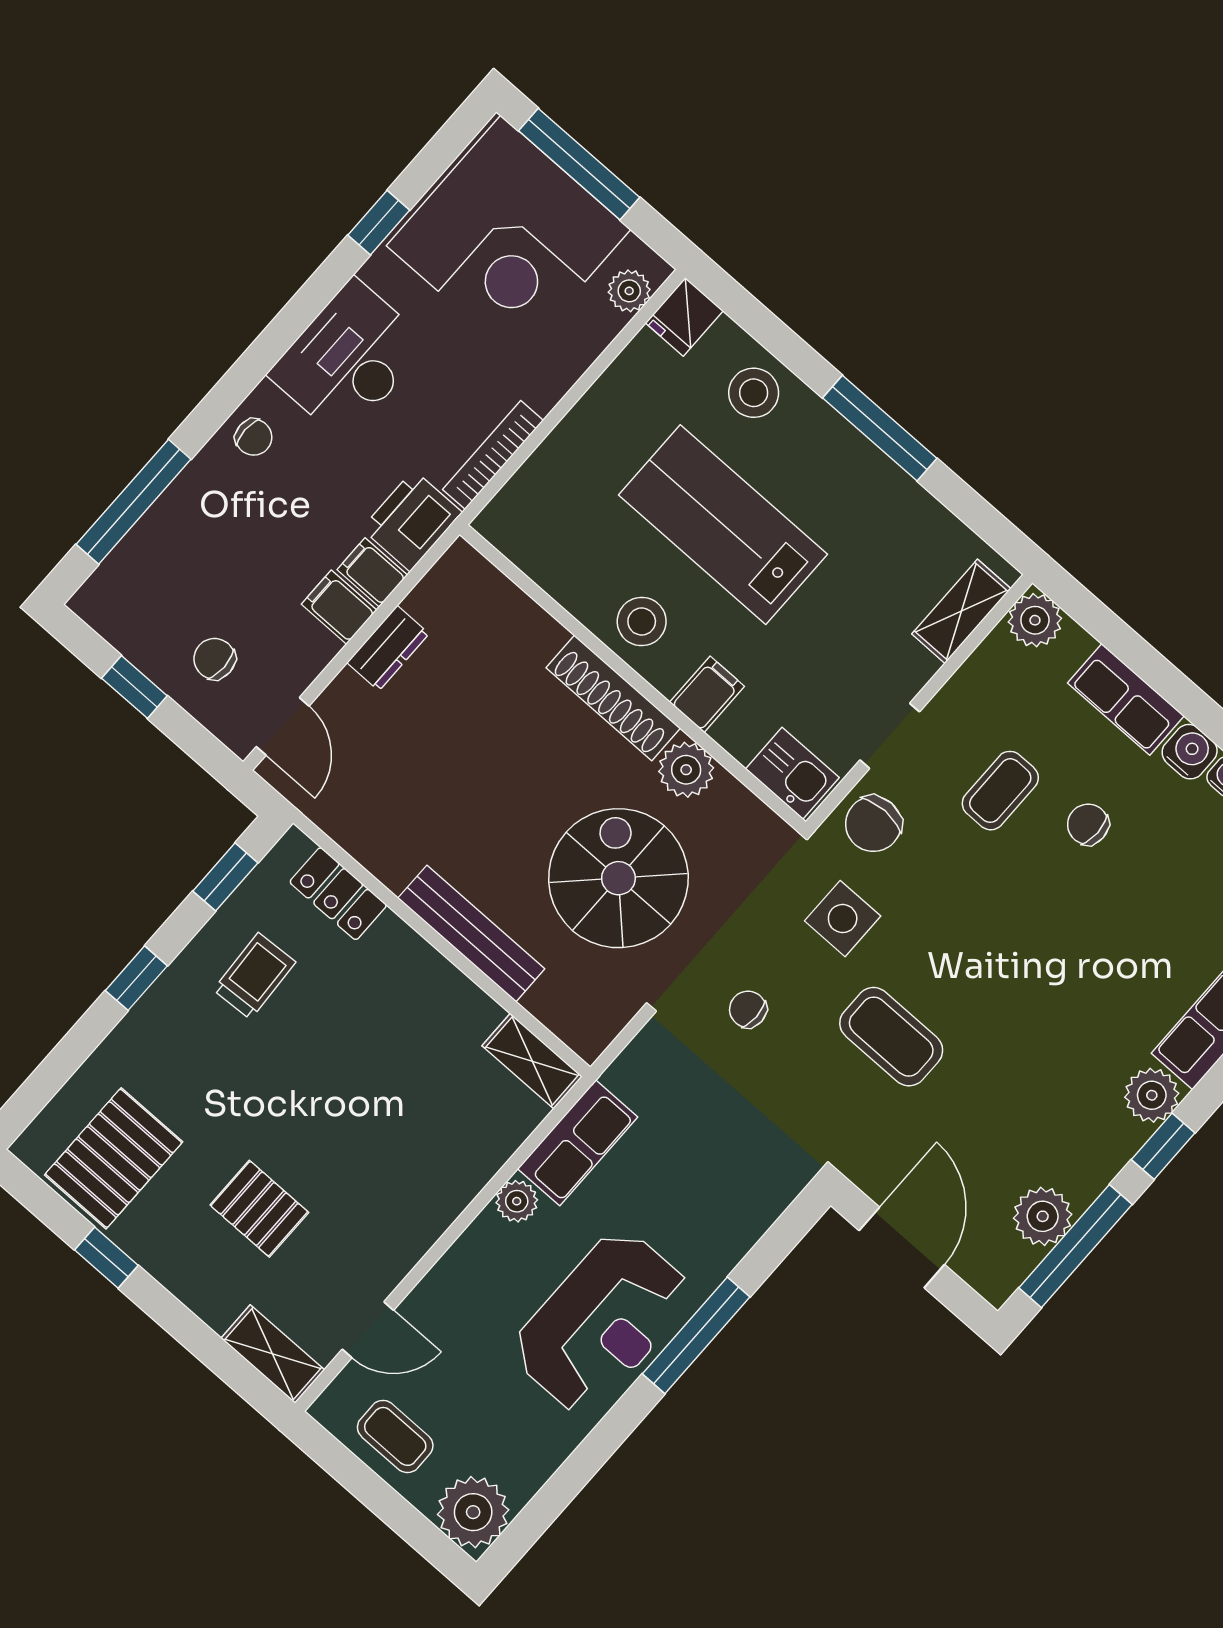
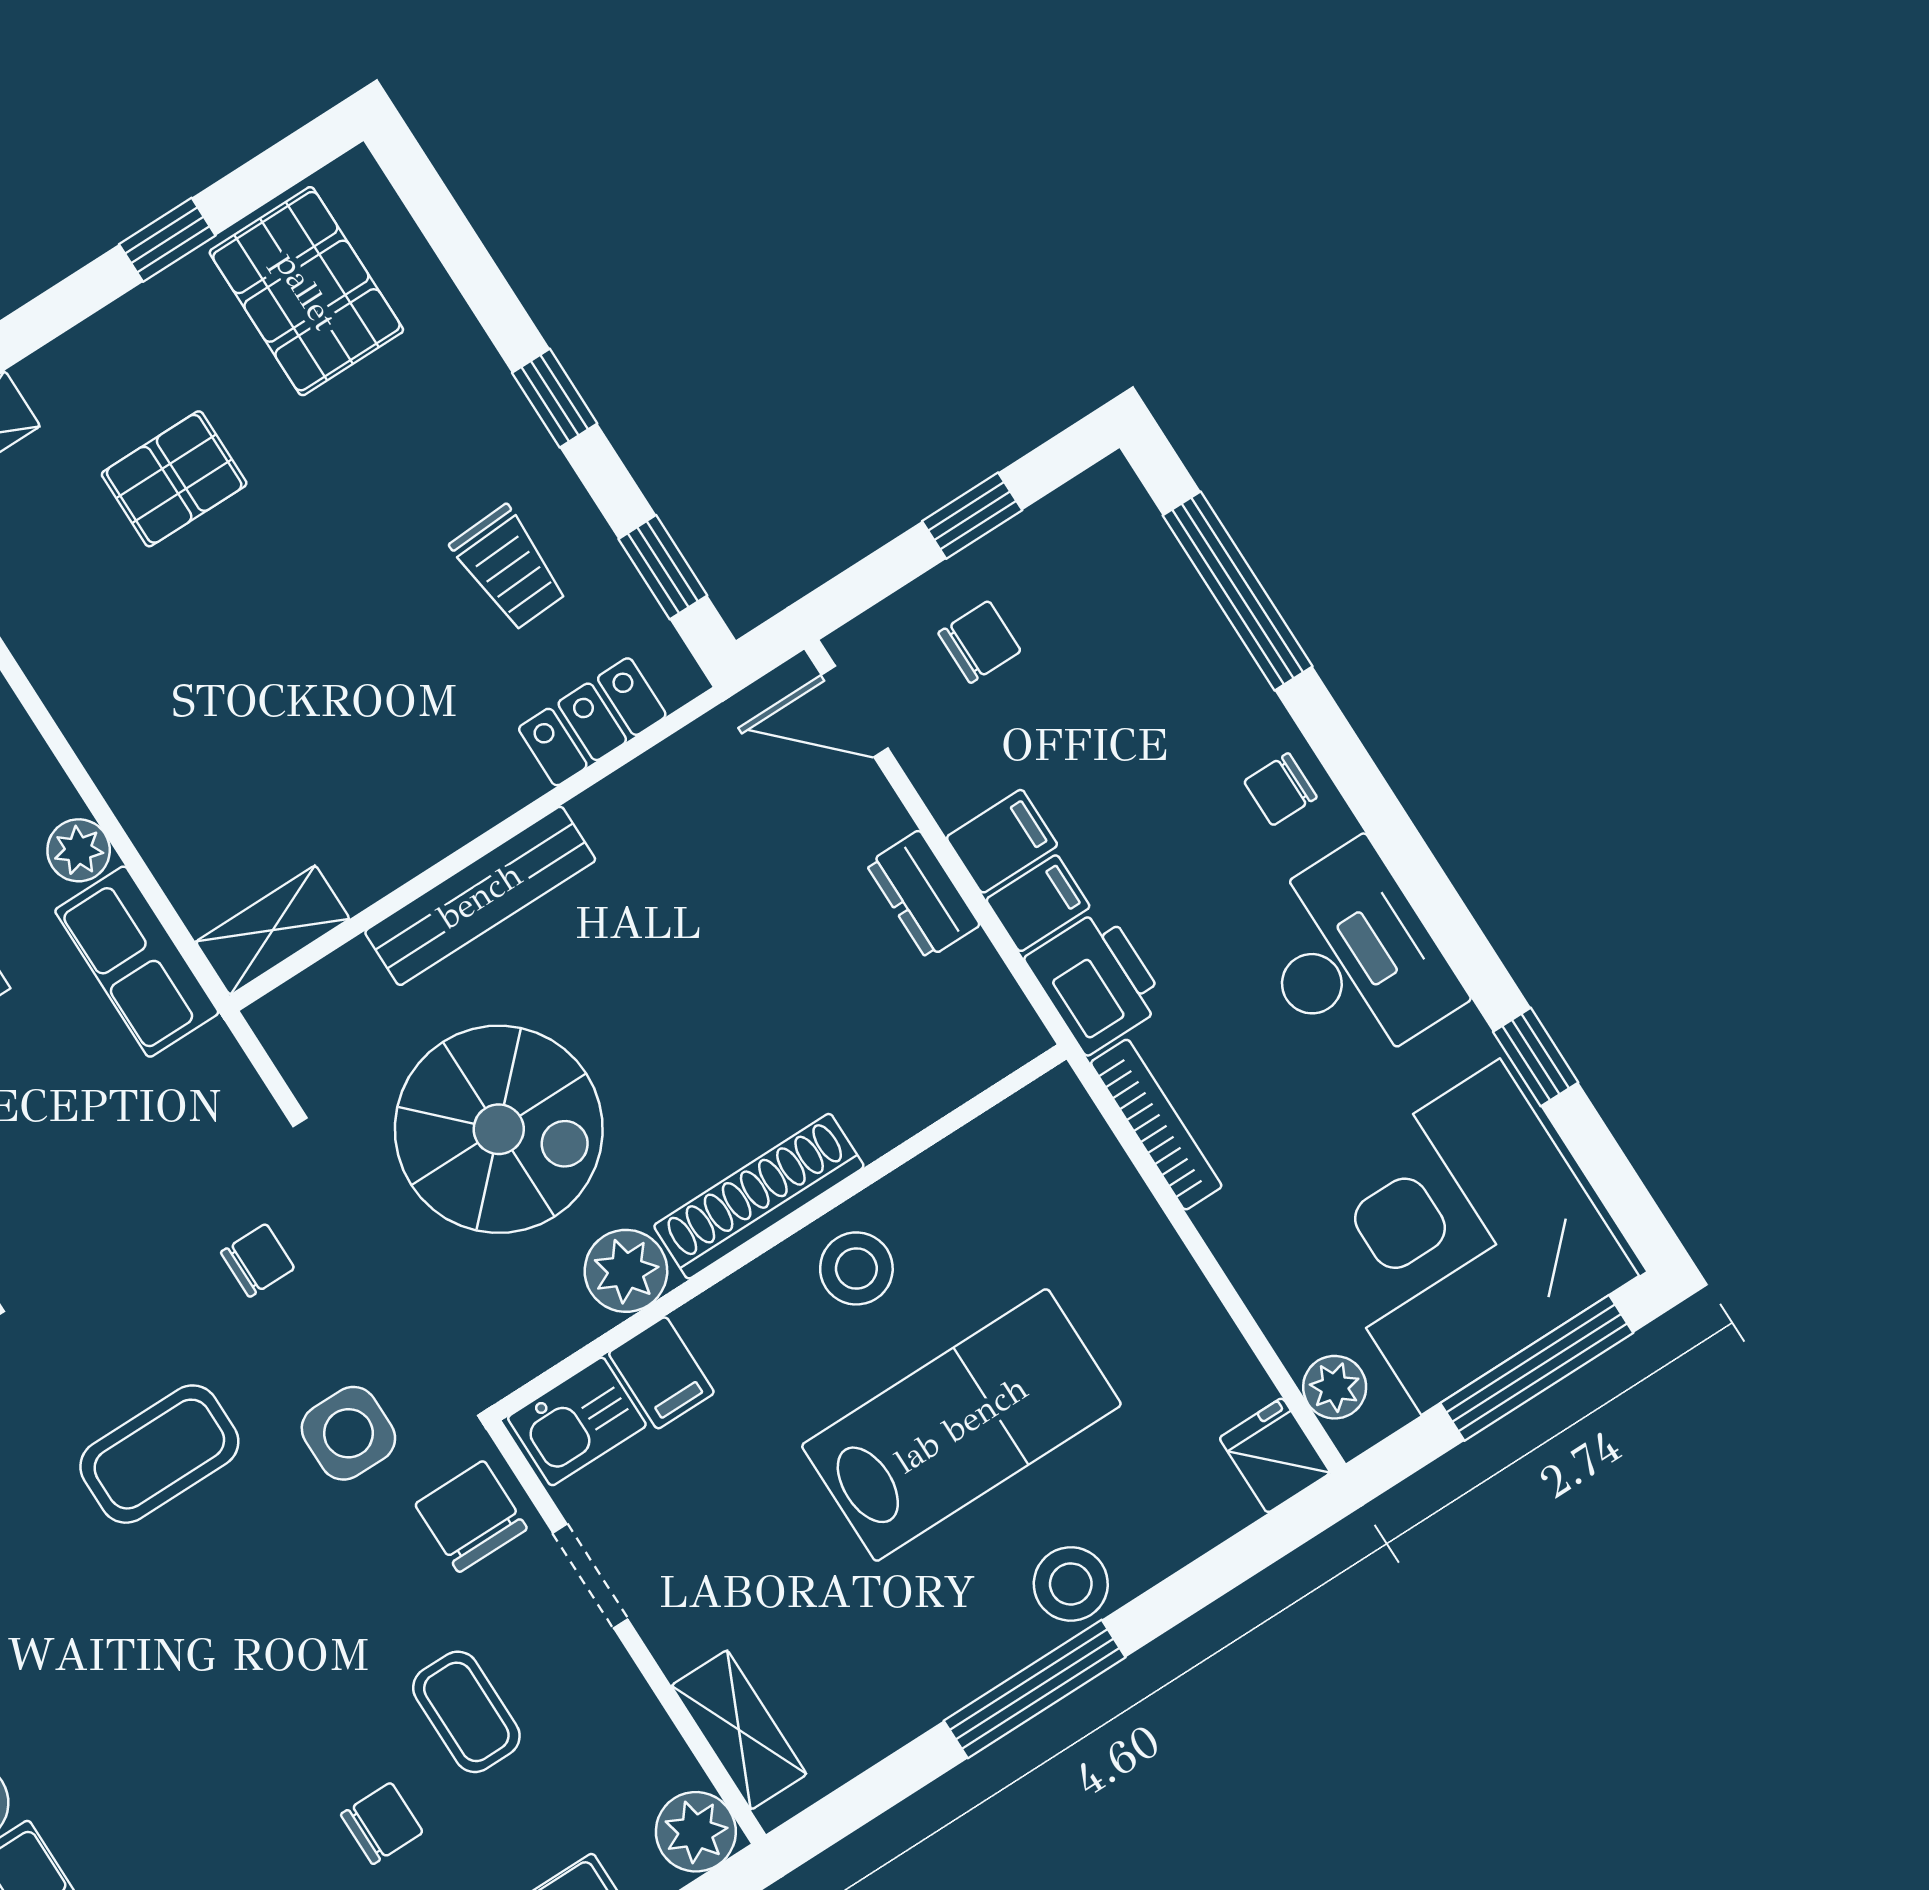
stool: (754, 393) -> (1071, 1584), moved
filing cabinet: (707, 694) -> (661, 1373), moved

